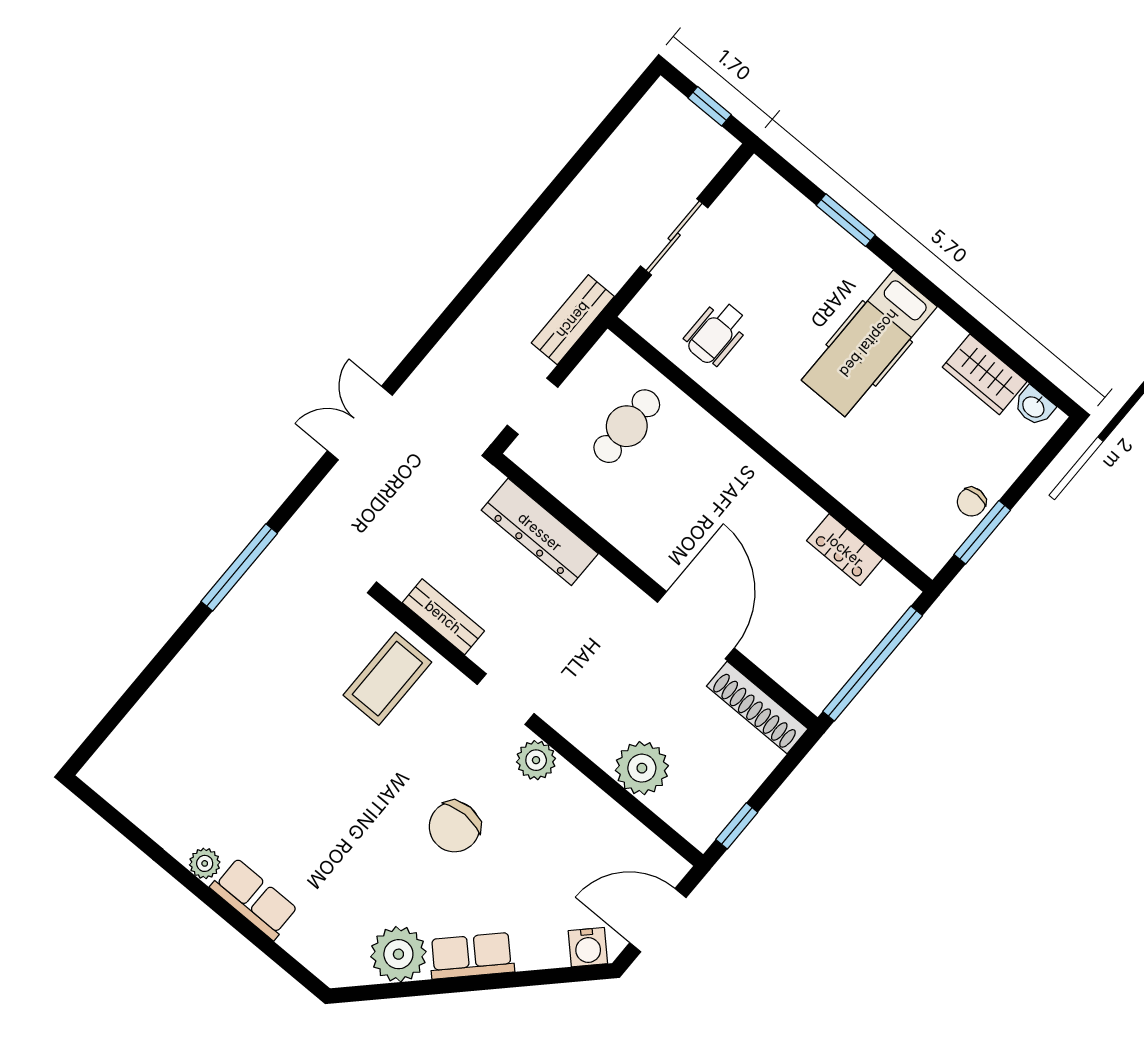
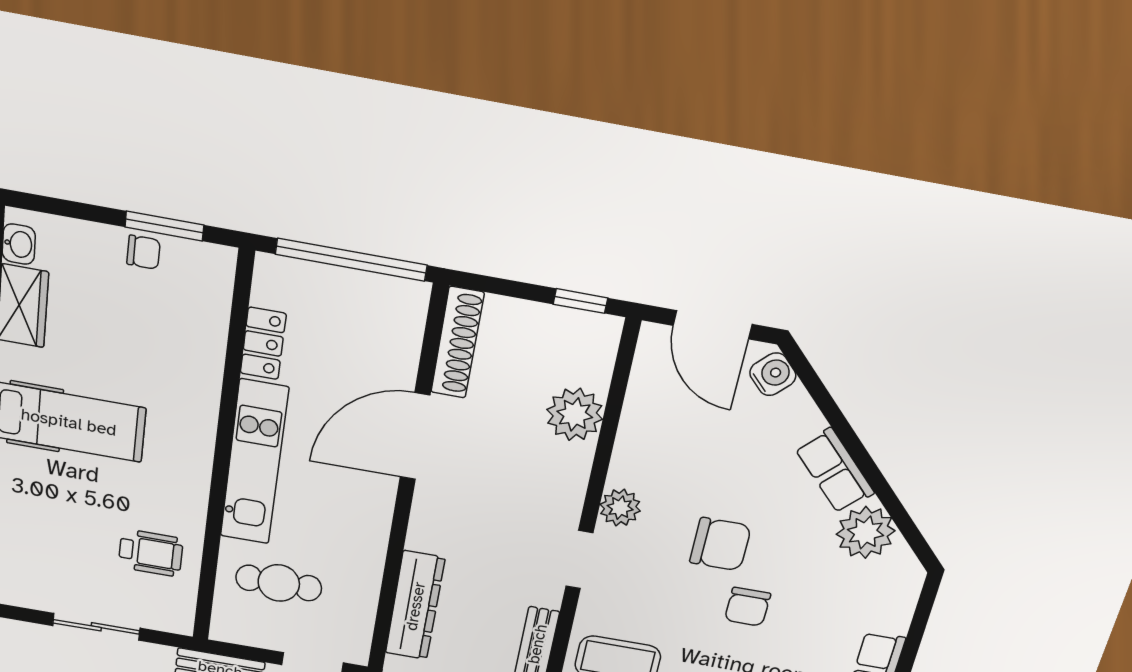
kitchen unit: (748, 476) -> (254, 463), added
chair: (380, 819) -> (748, 607), added

